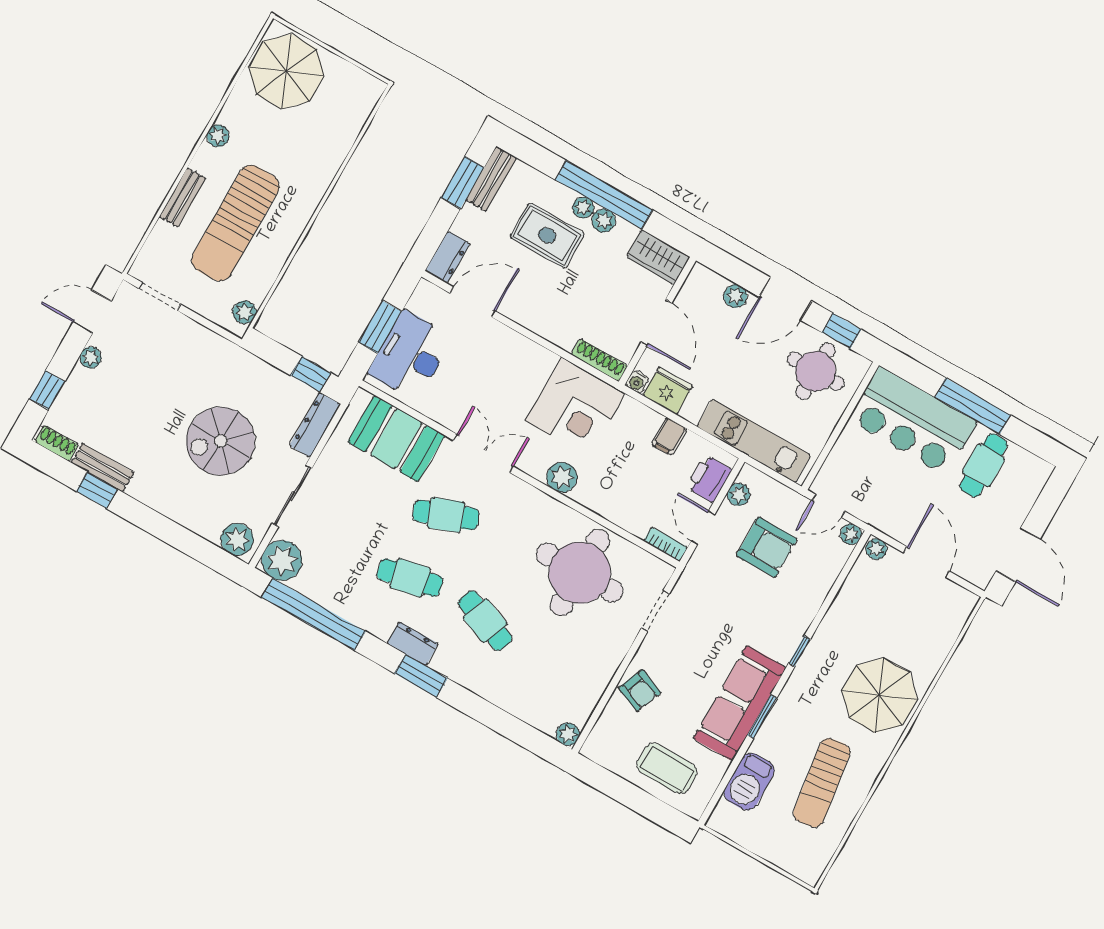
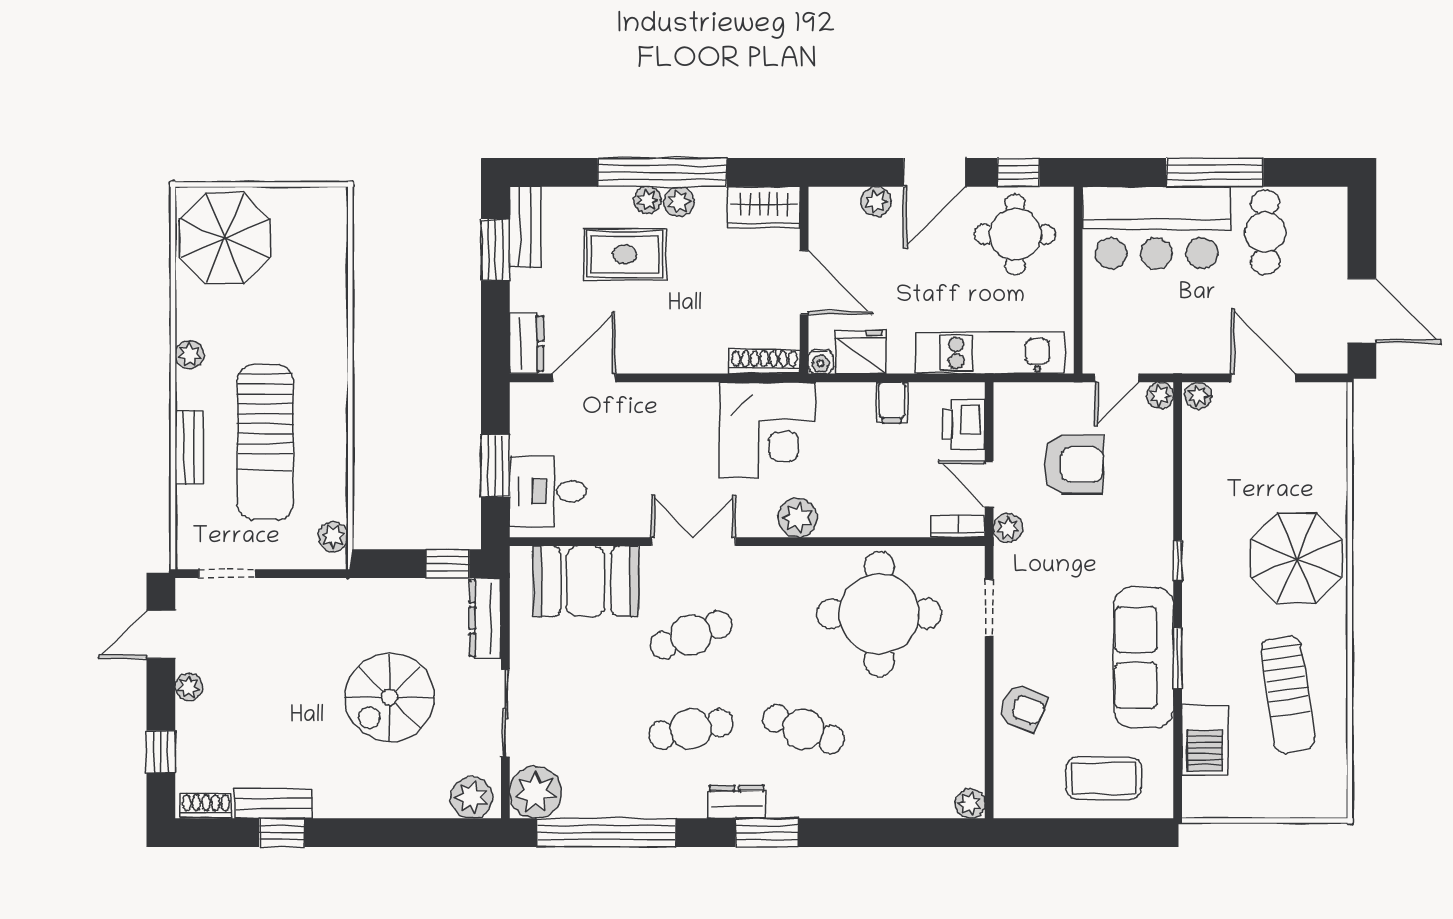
desk: (410, 355) -> (548, 491), width x0.73
plant: (739, 494) -> (1008, 528), moved

